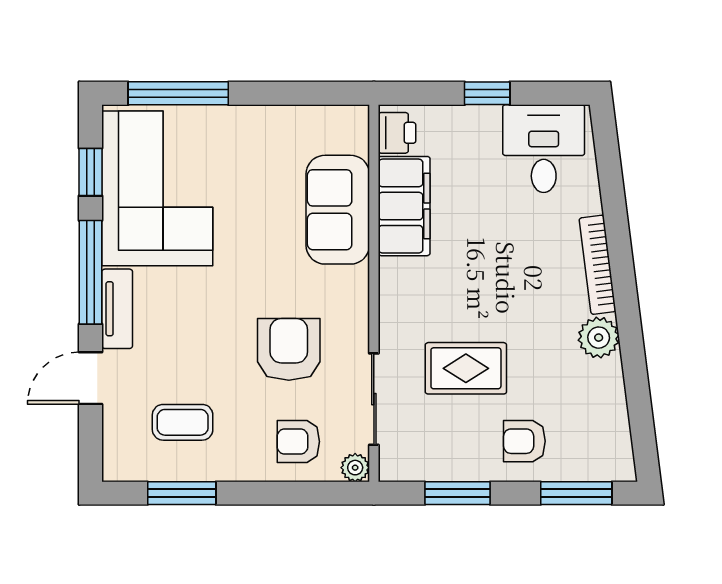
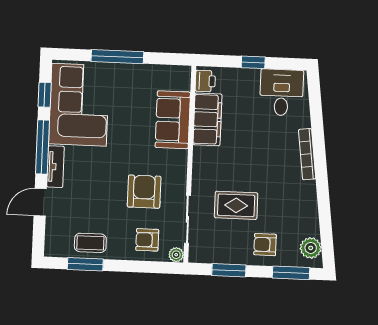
window: (178, 93) -> (117, 57), moved
plant: (599, 338) -> (311, 248), moved
coffee table: (183, 422) -> (90, 243), moved

